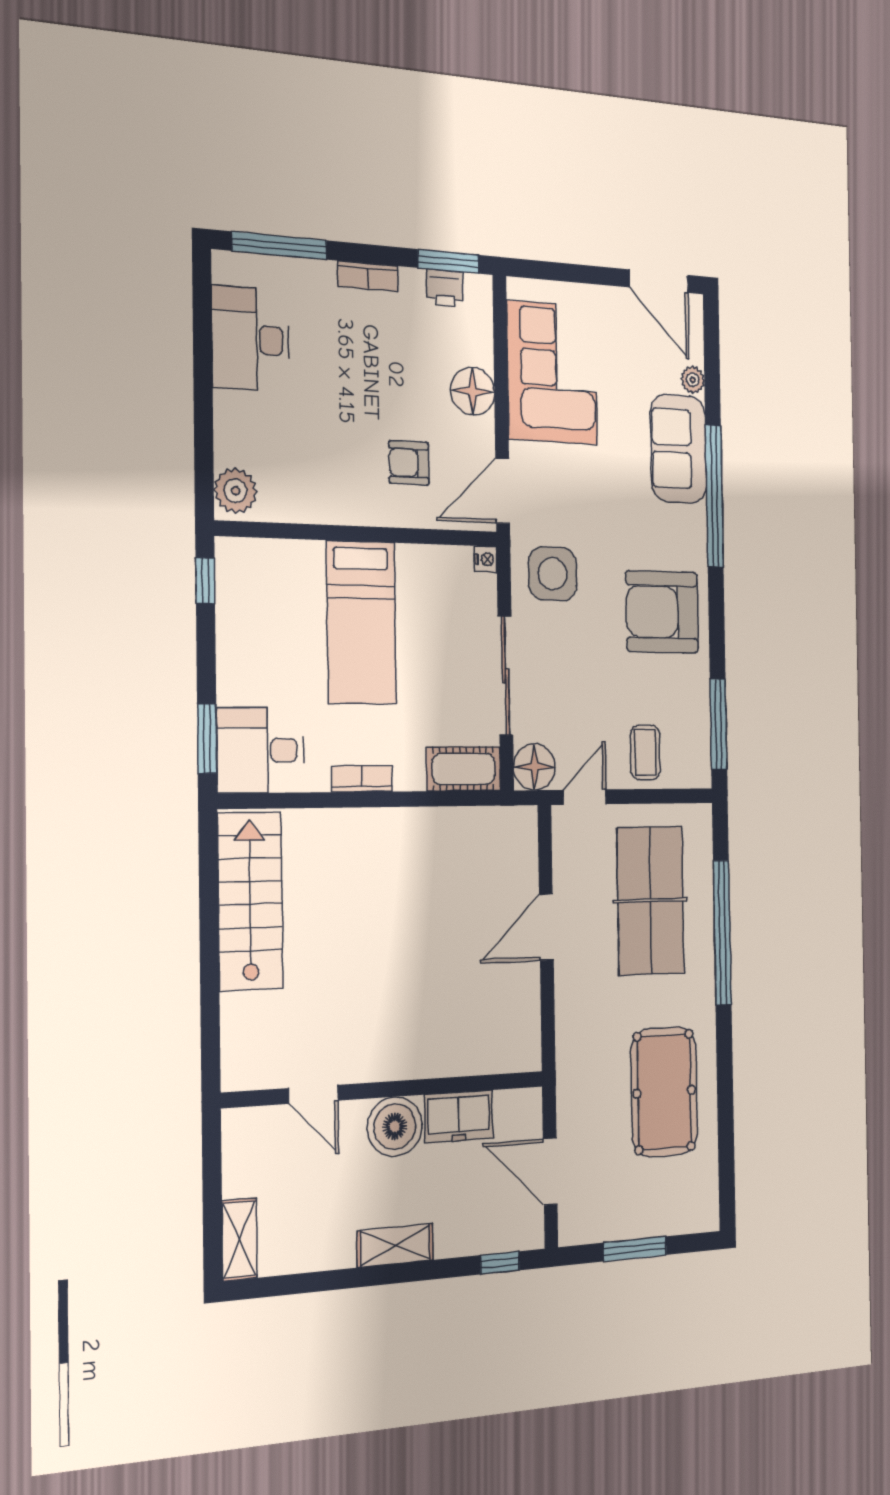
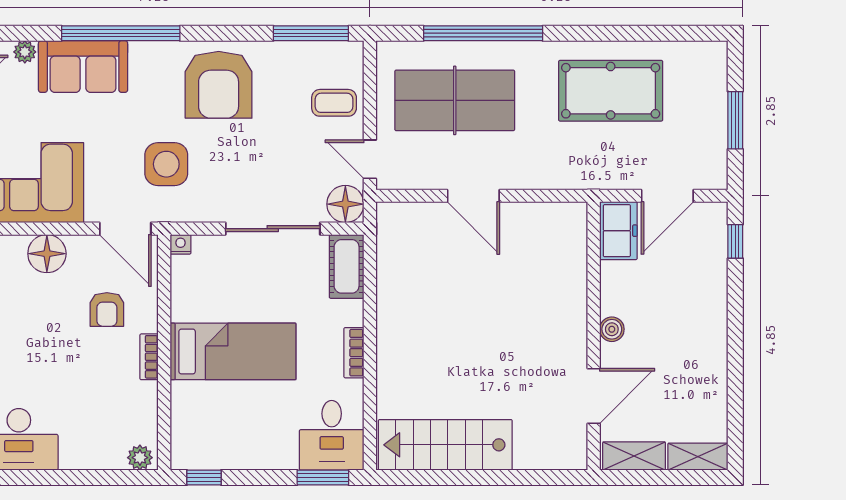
plant: (235, 491) -> (140, 458), width x0.73, depth x0.73
bookcase: (354, 514) -> (149, 357), added
side table: (553, 574) -> (166, 164), moved
door: (313, 1094) -> (594, 396), width x1.38
freezer: (459, 1116) -> (618, 231), moved
boiler: (395, 1126) -> (612, 329), width x0.54, depth x0.54
shelving: (395, 1245) -> (634, 456), moved, turned 90

